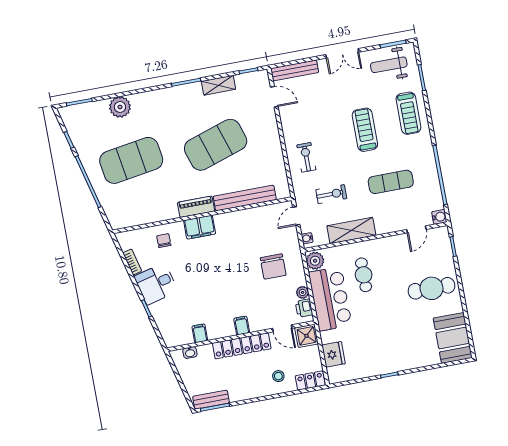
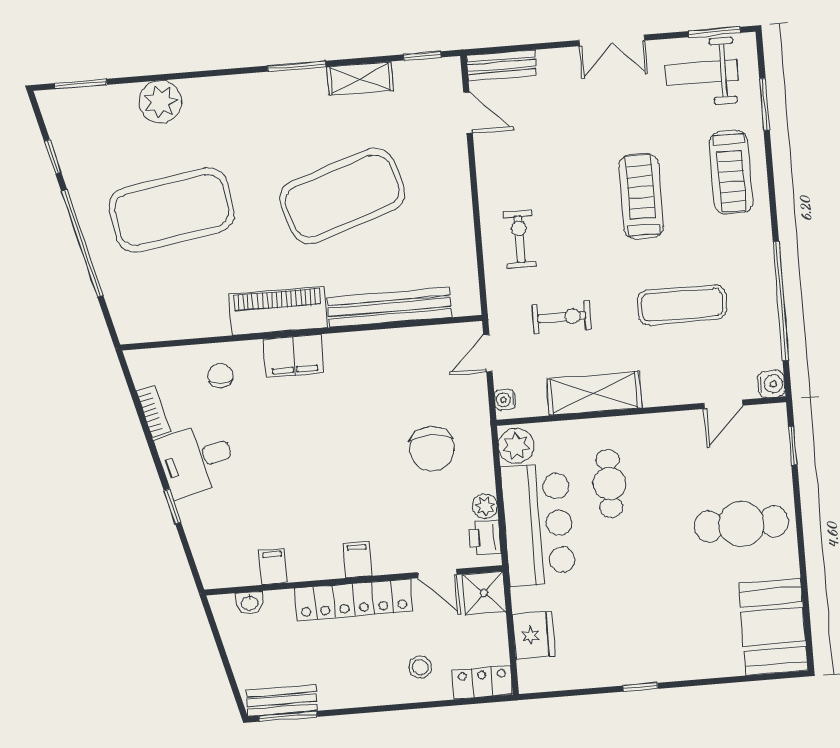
bench: (295, 70) -> (501, 66), width x0.73
piano: (196, 207) -> (278, 311), width x1.37, depth x1.33

